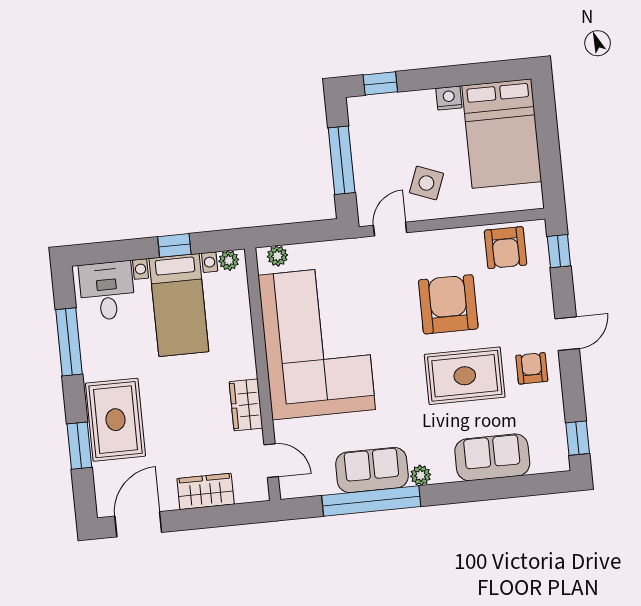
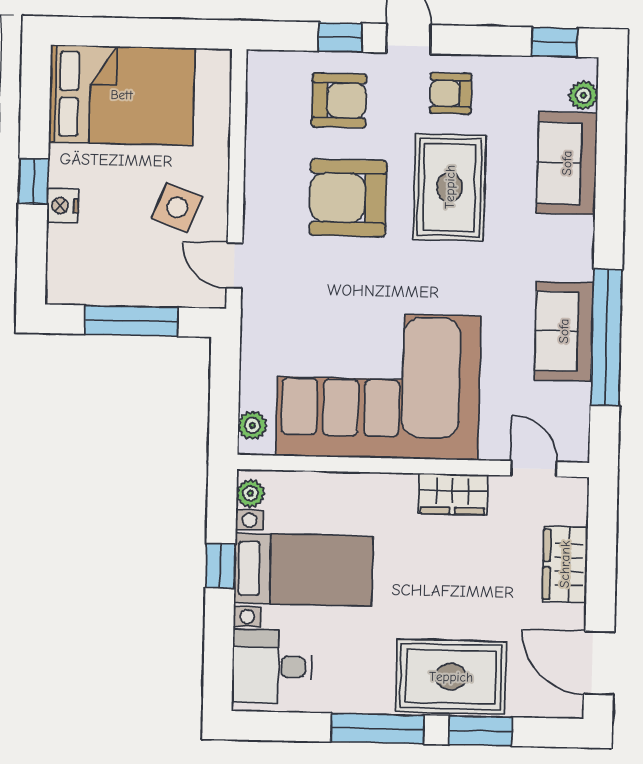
window: (380, 83) -> (33, 181), moved
nightstand: (449, 98) -> (63, 206), moved
armchair: (505, 248) -> (339, 100), moved
window: (559, 251) -> (340, 37), moved
window: (69, 342) -> (377, 729), moved
door: (271, 461) -> (534, 469), hinge flipped
plant: (421, 475) -> (583, 95), moved

